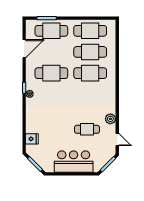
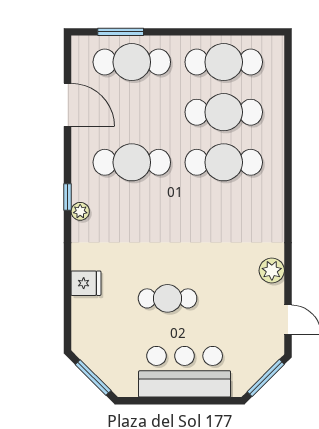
door: (24, 49) -> (68, 105), hinge flipped
cafe table: (87, 129) -> (168, 298), moved
fridge: (32, 139) -> (86, 283), moved

